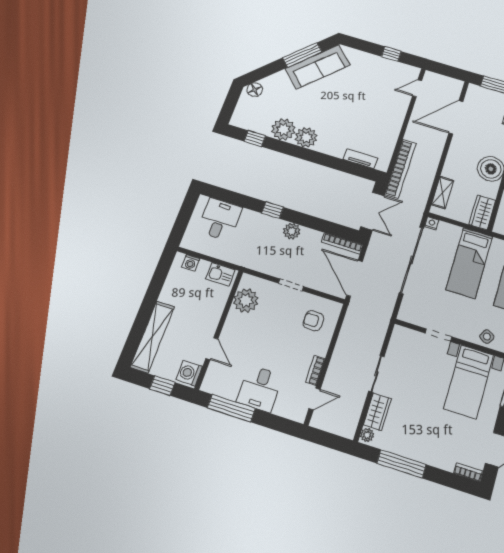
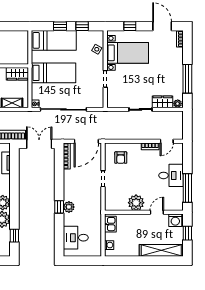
plant: (292, 231) -> (69, 207), moved
plant: (246, 300) -> (136, 203), moved
door: (315, 399) -> (167, 141), swing flipped

